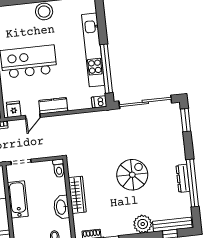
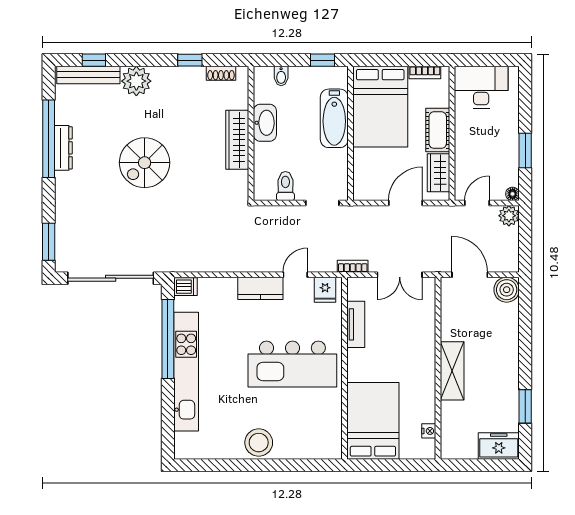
toilet: (59, 168) -> (285, 186), moved
bathtub: (18, 199) -> (334, 118), moved

